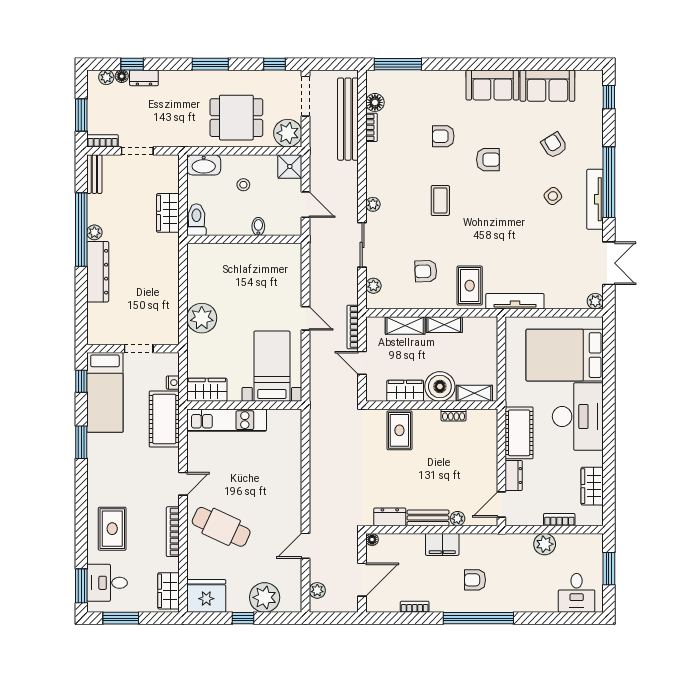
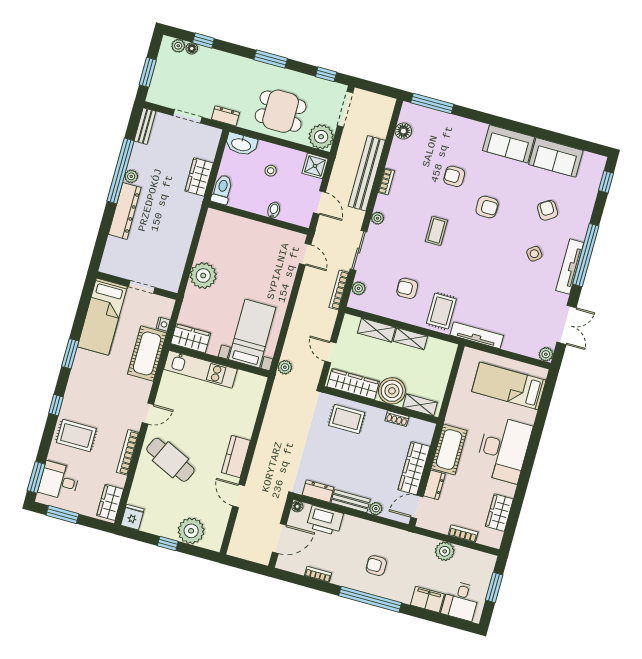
dresser: (144, 78) -> (225, 116), moved, turned 180
bench: (348, 119) -> (367, 173), moved
bookcase: (371, 127) -> (386, 182), moved
bookcase: (103, 141) -> (160, 99), removed
door: (305, 318) -> (305, 254), moved
bookcase: (353, 327) -> (339, 290), moved
bed: (565, 355) -> (509, 386), width x0.67
window: (81, 381) -> (56, 405), moved
wardrobe: (405, 391) -> (353, 384), width x1.50
rug: (399, 430) -> (347, 419), turned 90
wardrobe: (487, 463) -> (414, 468), added
kitchen counter: (291, 504) -> (236, 456), added
rug: (112, 529) -> (76, 435), turned 90
filing cabinet: (442, 544) -> (427, 600), moved, turned 180
door: (305, 546) -> (239, 496), hinge flipped
printer: (406, 546) -> (325, 520), added
plant: (317, 590) -> (285, 367), moved
fridge: (206, 596) -> (132, 517), width x0.53, depth x0.75

